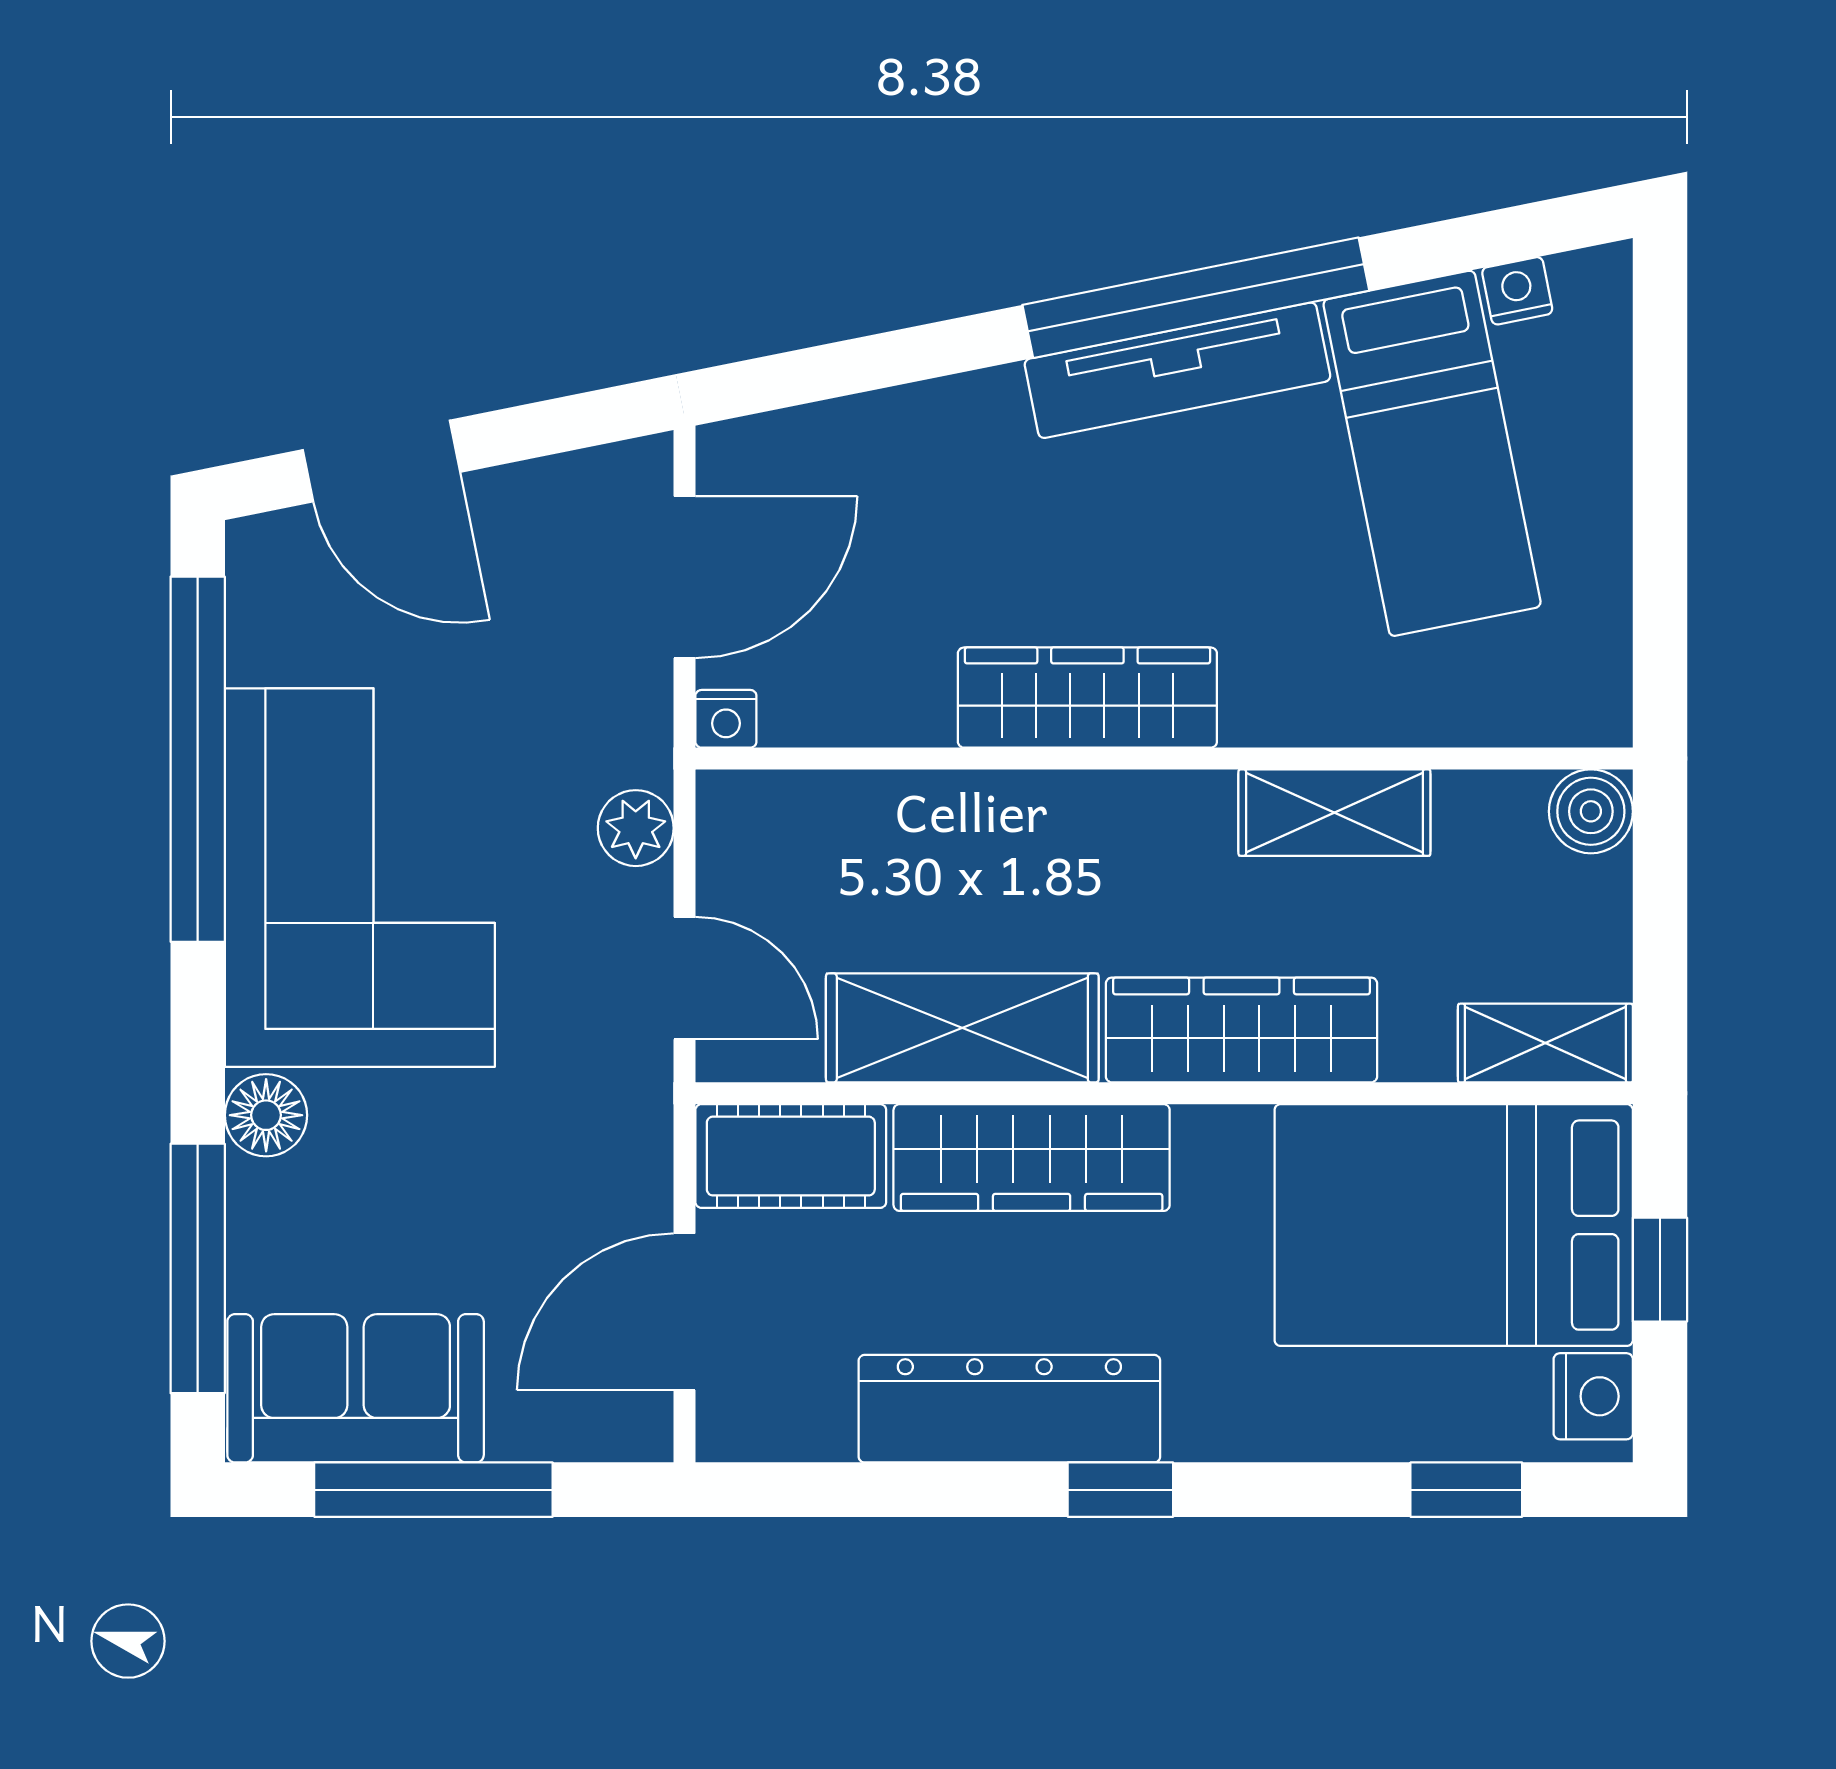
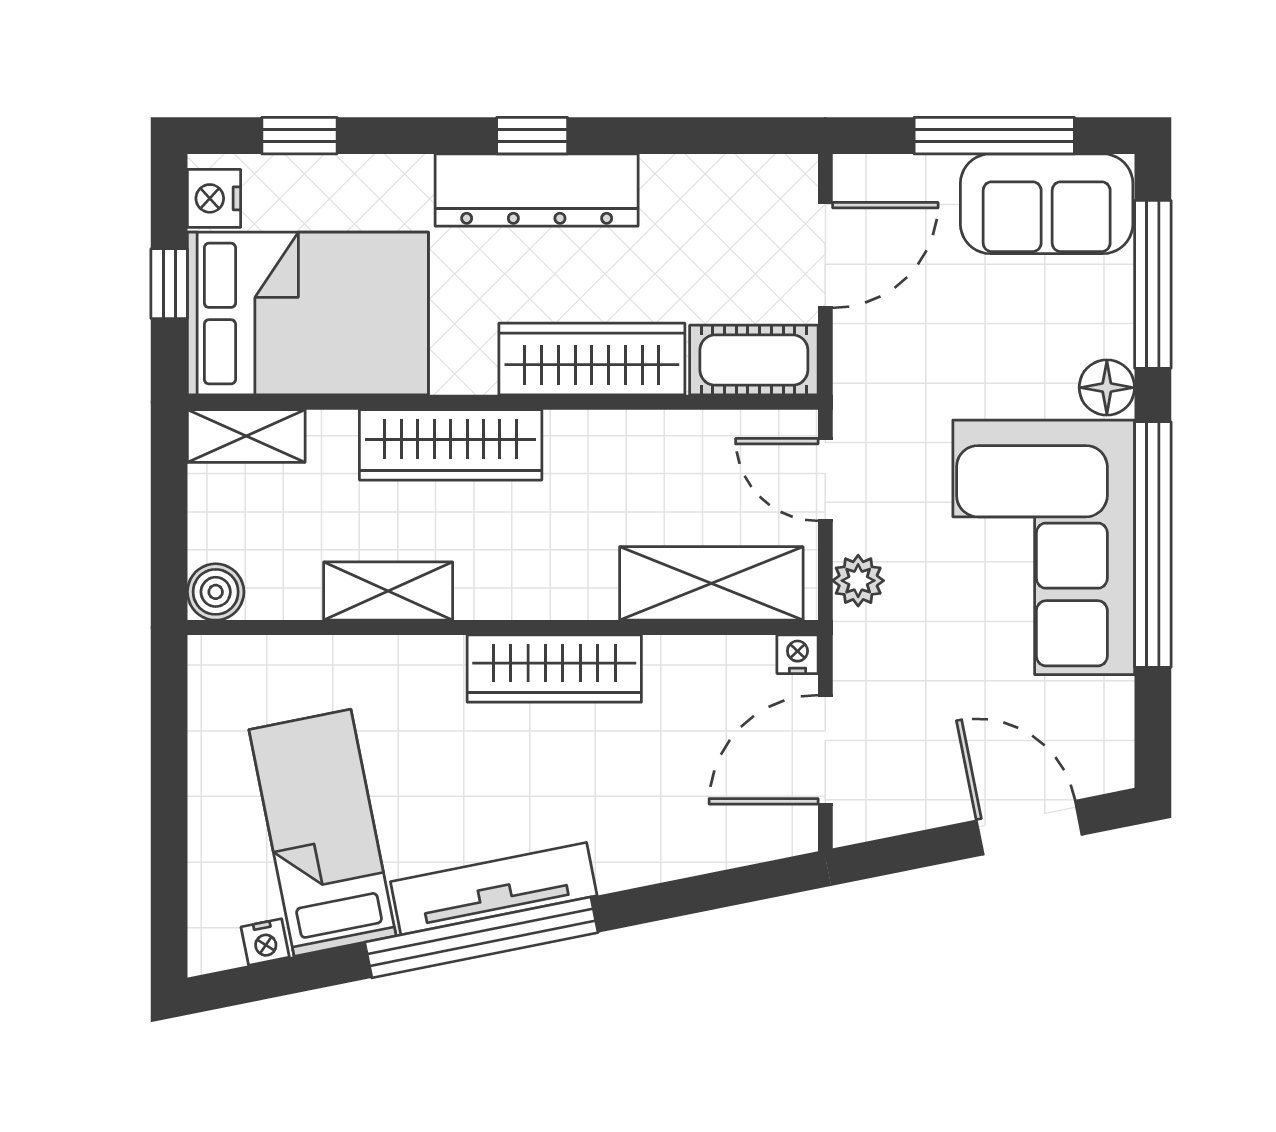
window: (198, 759) -> (1153, 545), moved
shelving: (962, 1028) -> (711, 583), moved
dresser: (1009, 1409) -> (537, 190), moved

